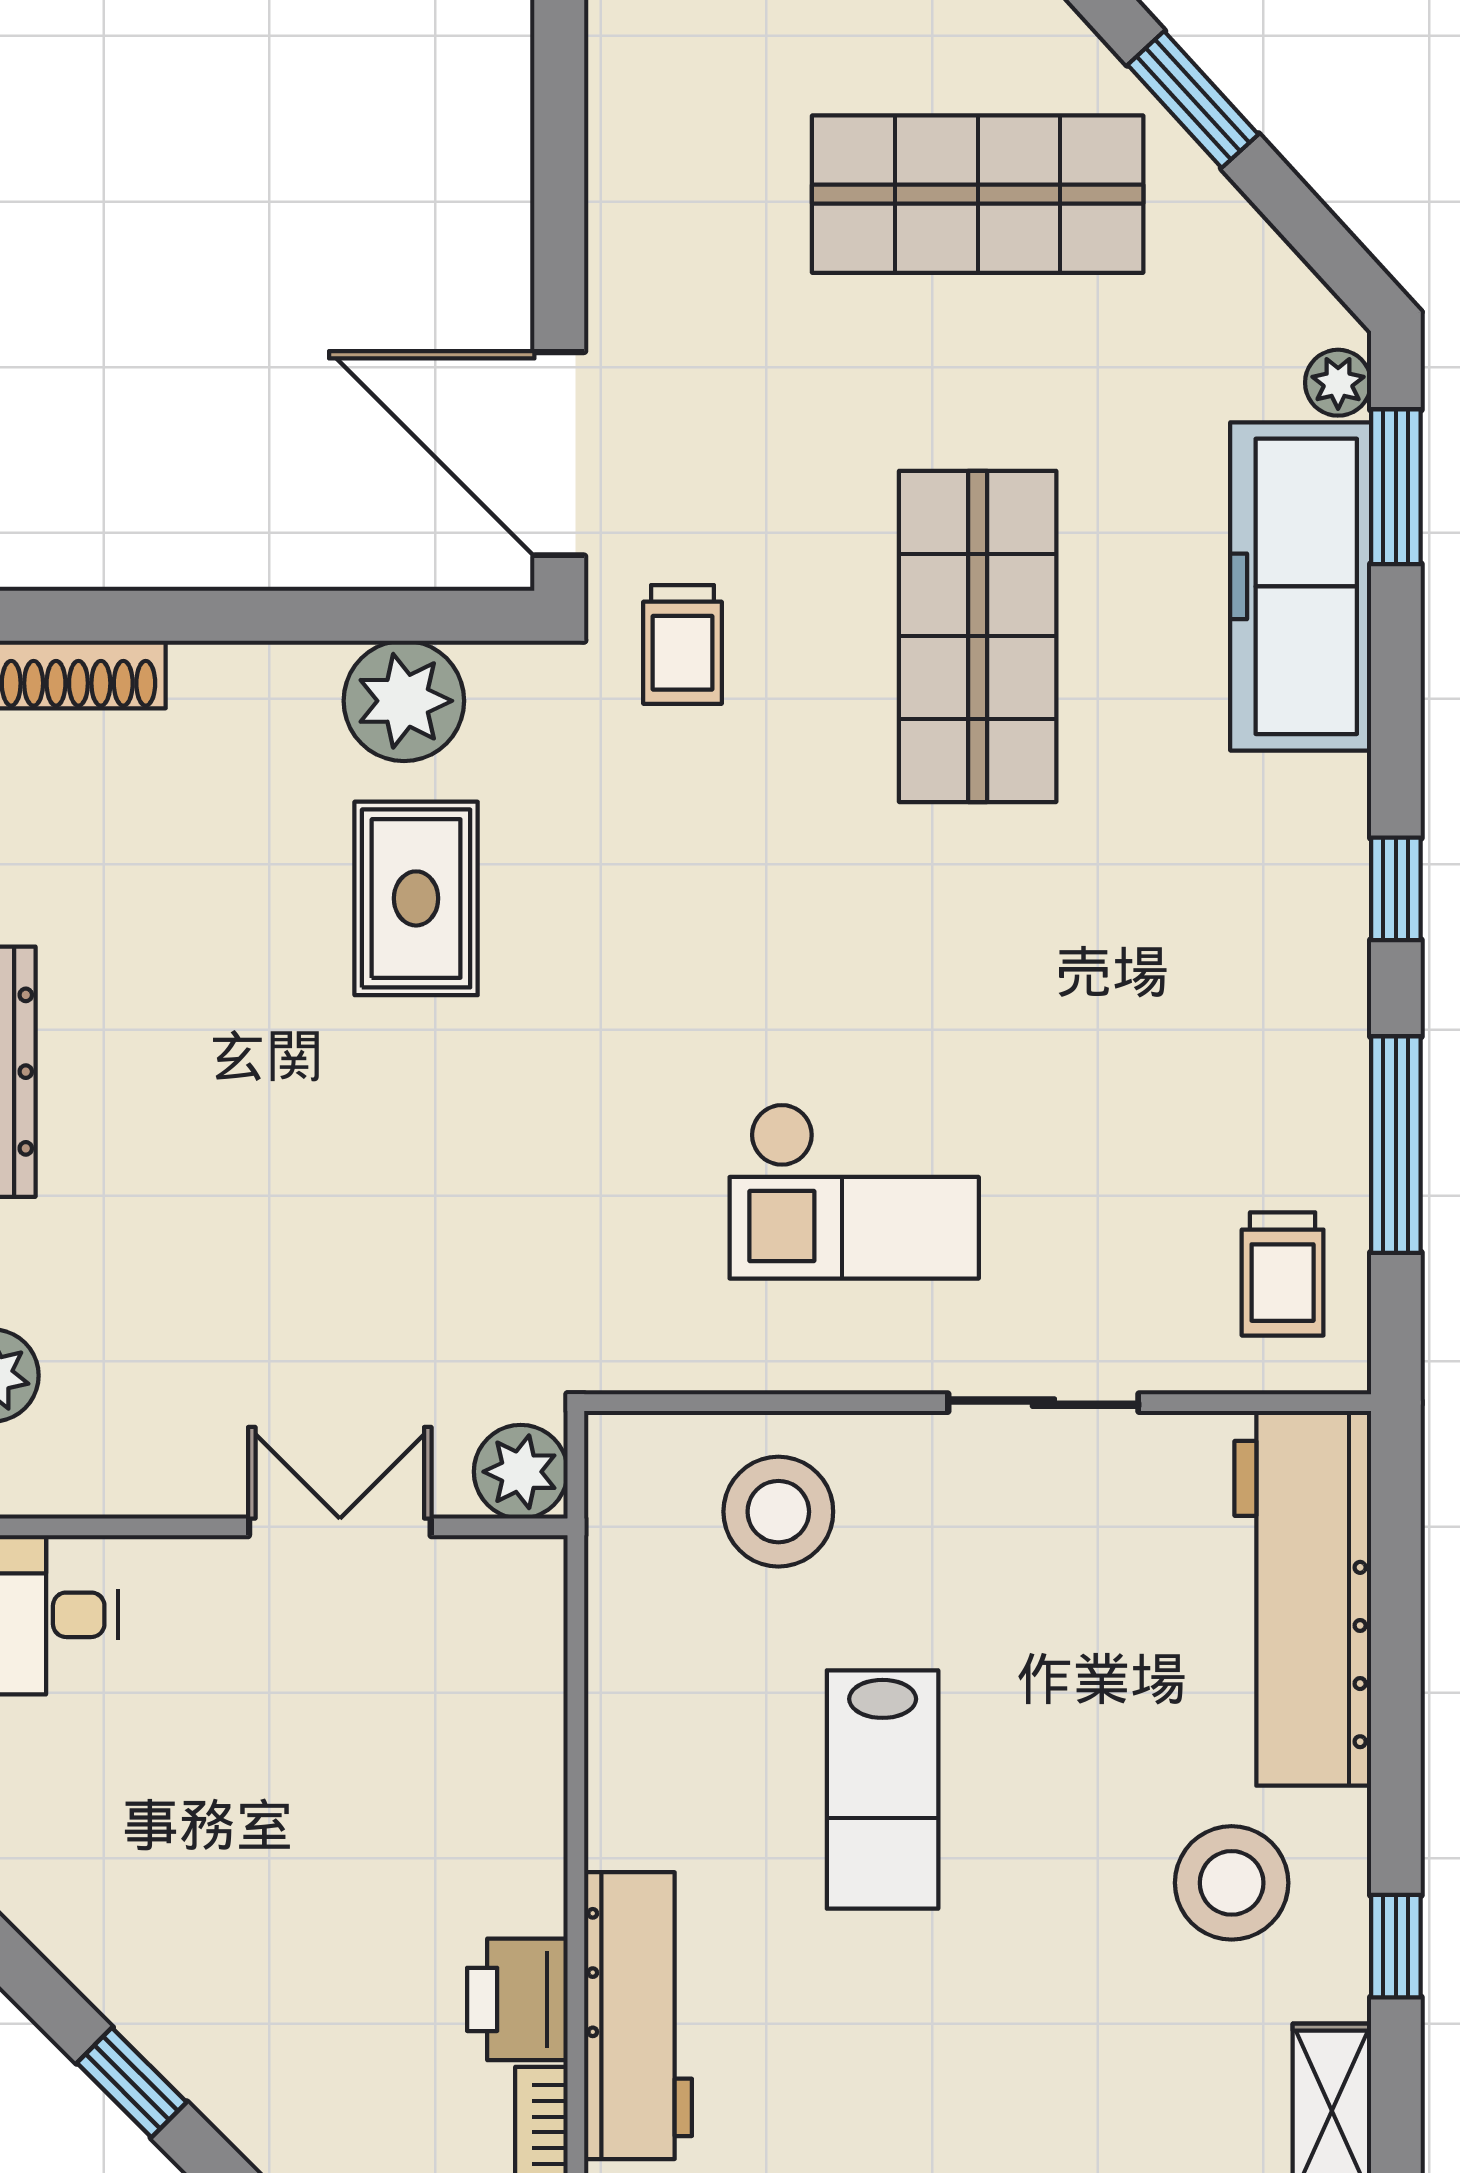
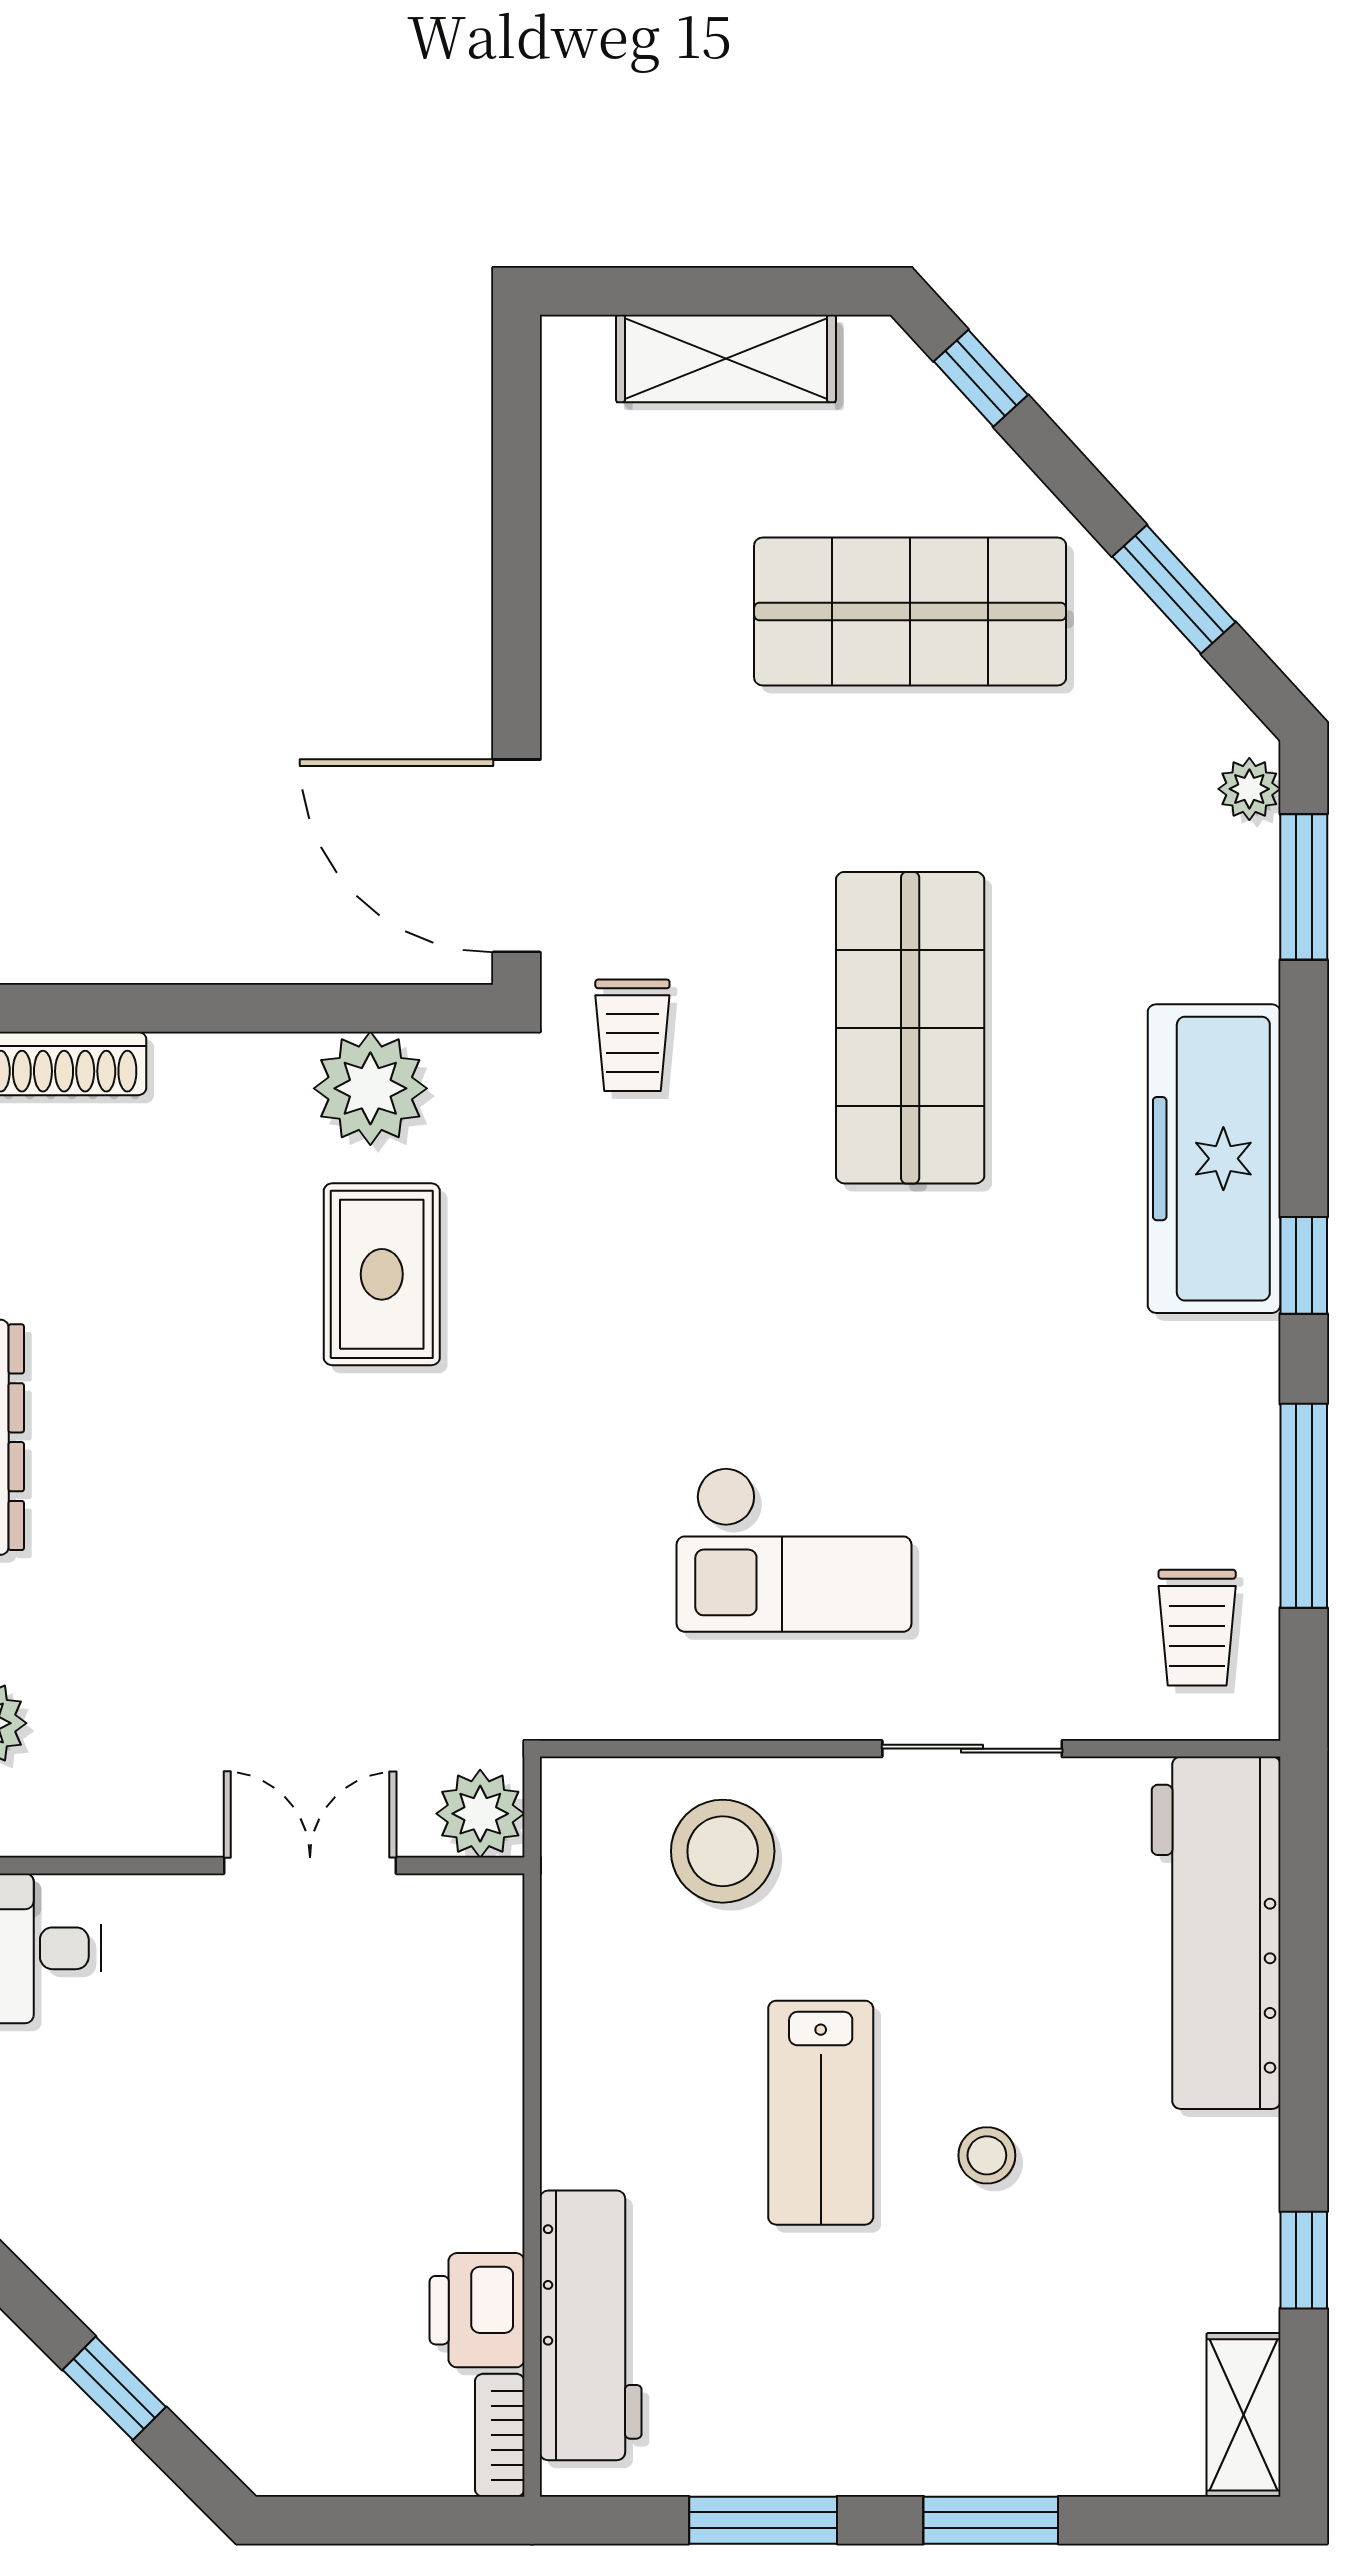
window: (1193, 100) -> (1174, 589), moved
freezer: (1301, 586) -> (1214, 1159), moved
stool: (1232, 1883) -> (987, 2155), moved, width x0.53, depth x0.53

